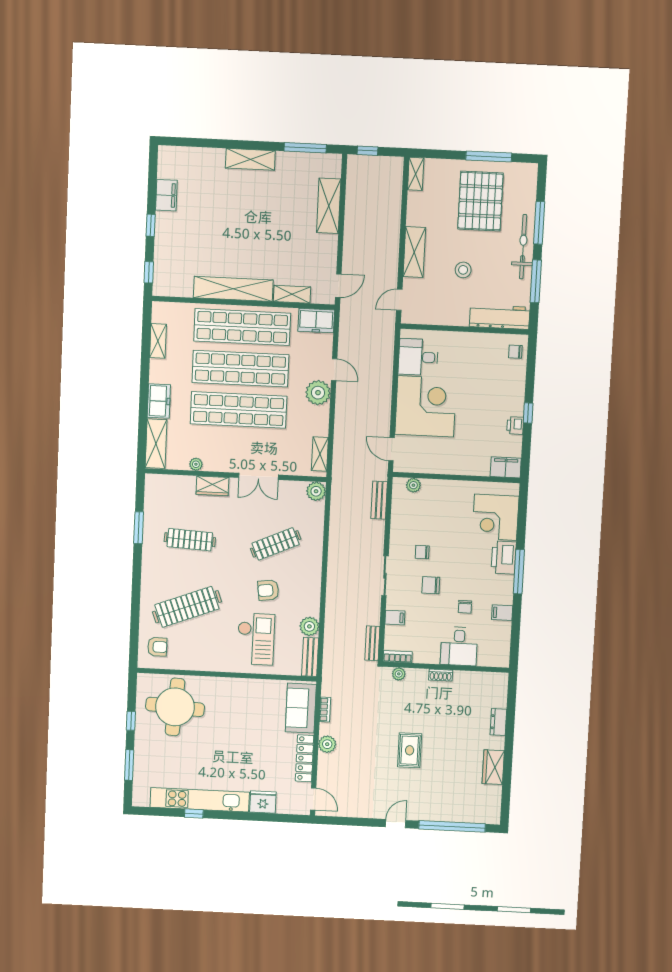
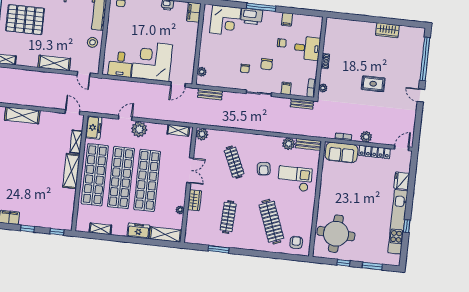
stool: (463, 270) -> (92, 42), moved
shelving: (233, 289) -> (71, 171), width x0.68
dresser: (498, 722) -> (358, 25), removed

